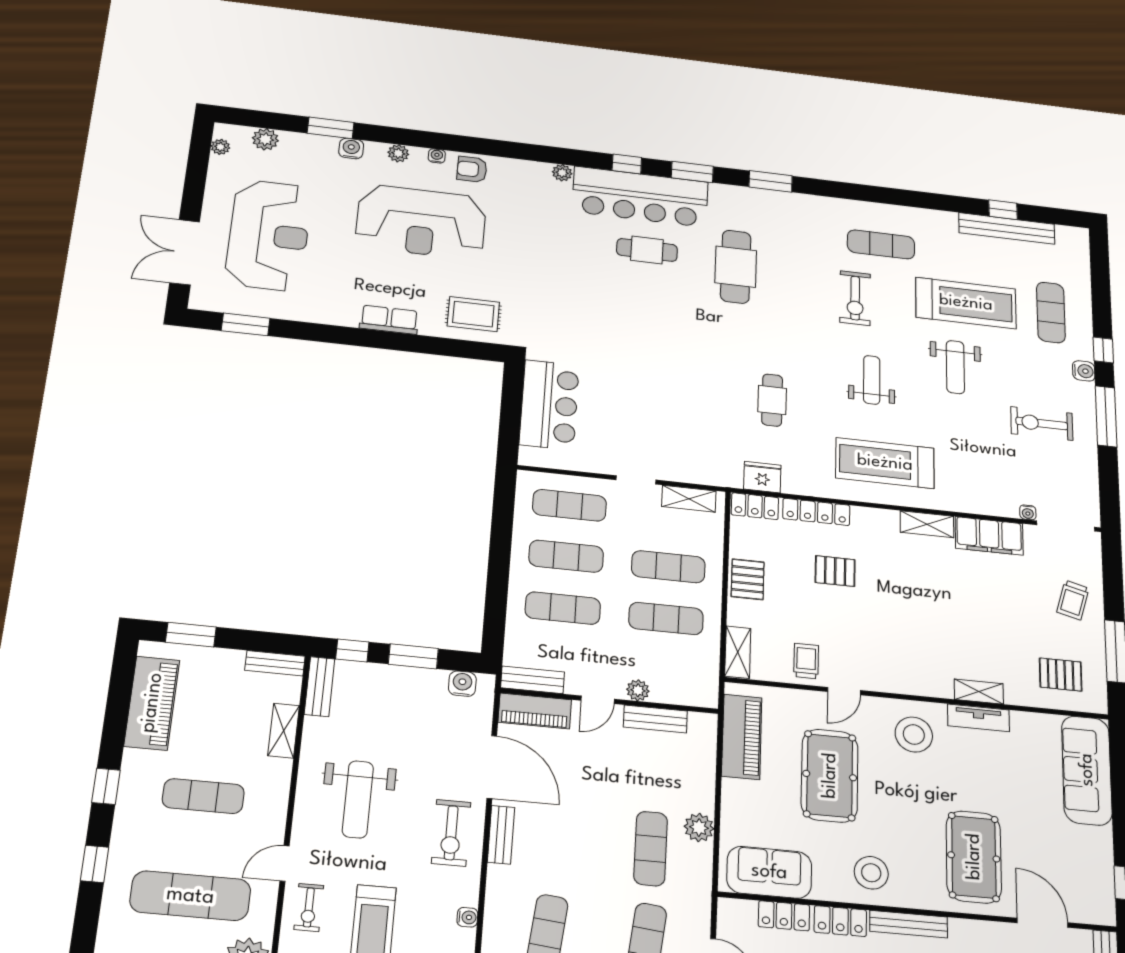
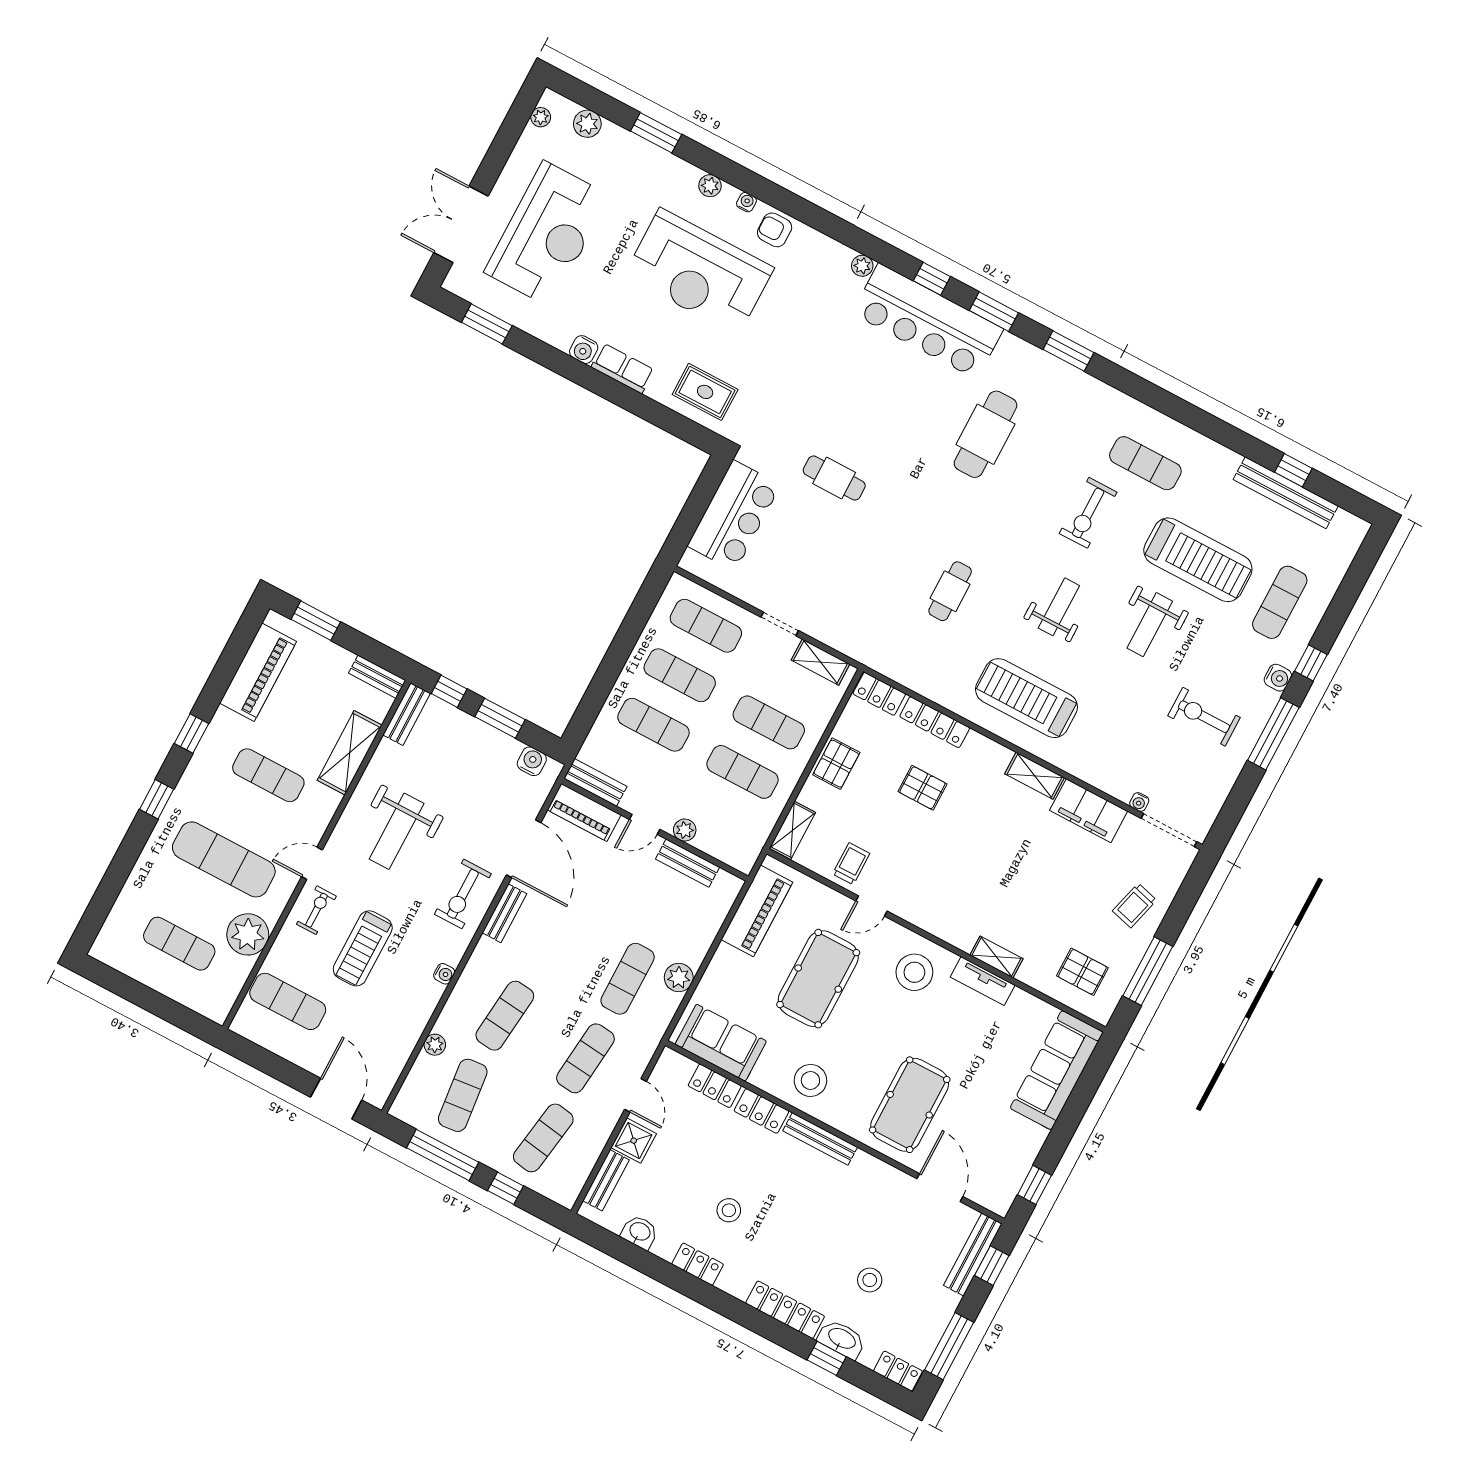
water cooler: (351, 149) -> (584, 350), moved, turned 180
cafe table: (647, 250) -> (834, 478), moved
fridge: (762, 477) -> (901, 667), removed
shelving: (284, 731) -> (350, 753), width x1.50, depth x1.33
exercise bike: (309, 907) -> (316, 910), turned 180

